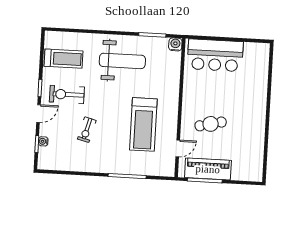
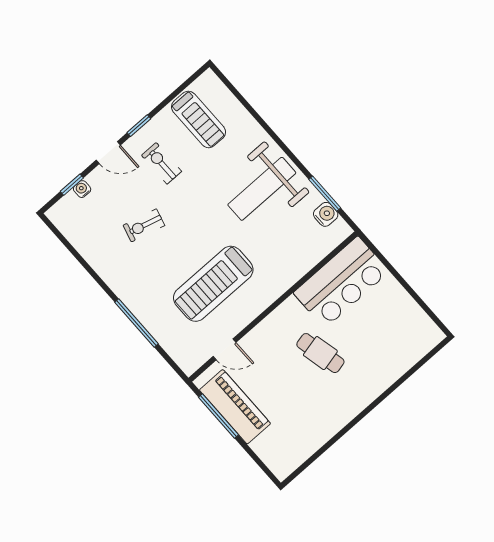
water cooler: (175, 44) -> (326, 214), moved
bar counter: (215, 55) -> (341, 282), moved, turned -90
weight bench: (122, 61) -> (262, 189), turned 90
exercise bike: (67, 94) -> (162, 163), width x0.73, depth x0.72
cafe table: (211, 124) -> (320, 353), moved

